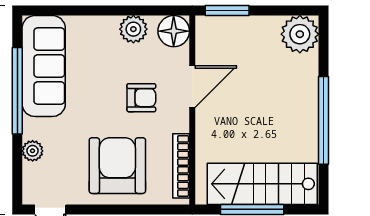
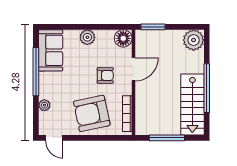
plant: (133, 29) -> (87, 37), moved
sofa: (44, 66) -> (51, 50), width x0.73
armchair: (117, 166) -> (92, 113), turned -102
stairs: (262, 184) -> (192, 105), moved, turned -90

